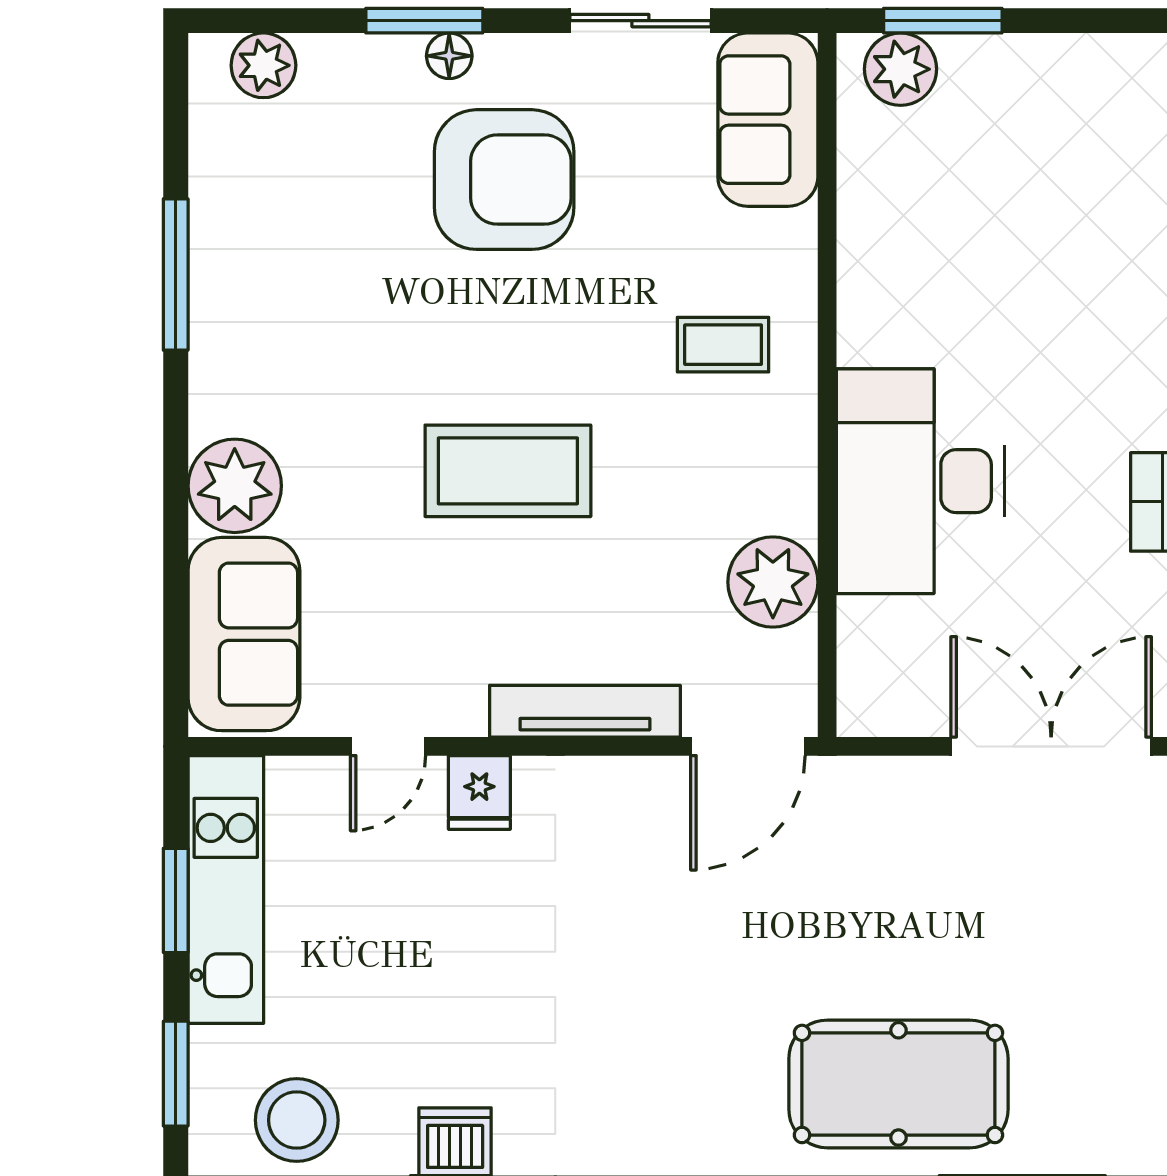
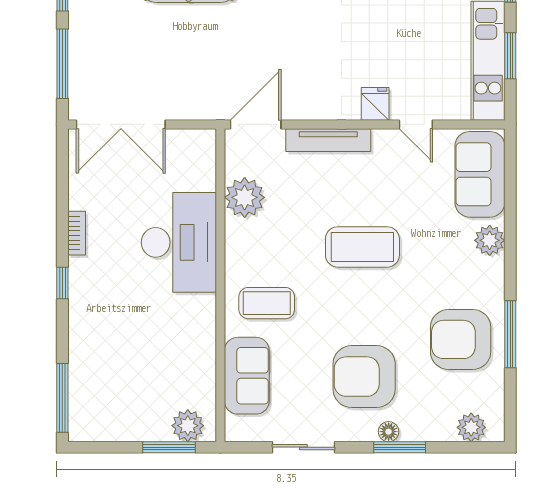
sofa: (768, 120) -> (247, 376), moved
armchair: (287, 263) -> (461, 339), added
coffee table: (723, 345) -> (267, 303), width x1.36, depth x1.30
plant: (235, 486) -> (490, 240), width x0.73, depth x0.73
door: (388, 746) -> (416, 124), swing flipped

